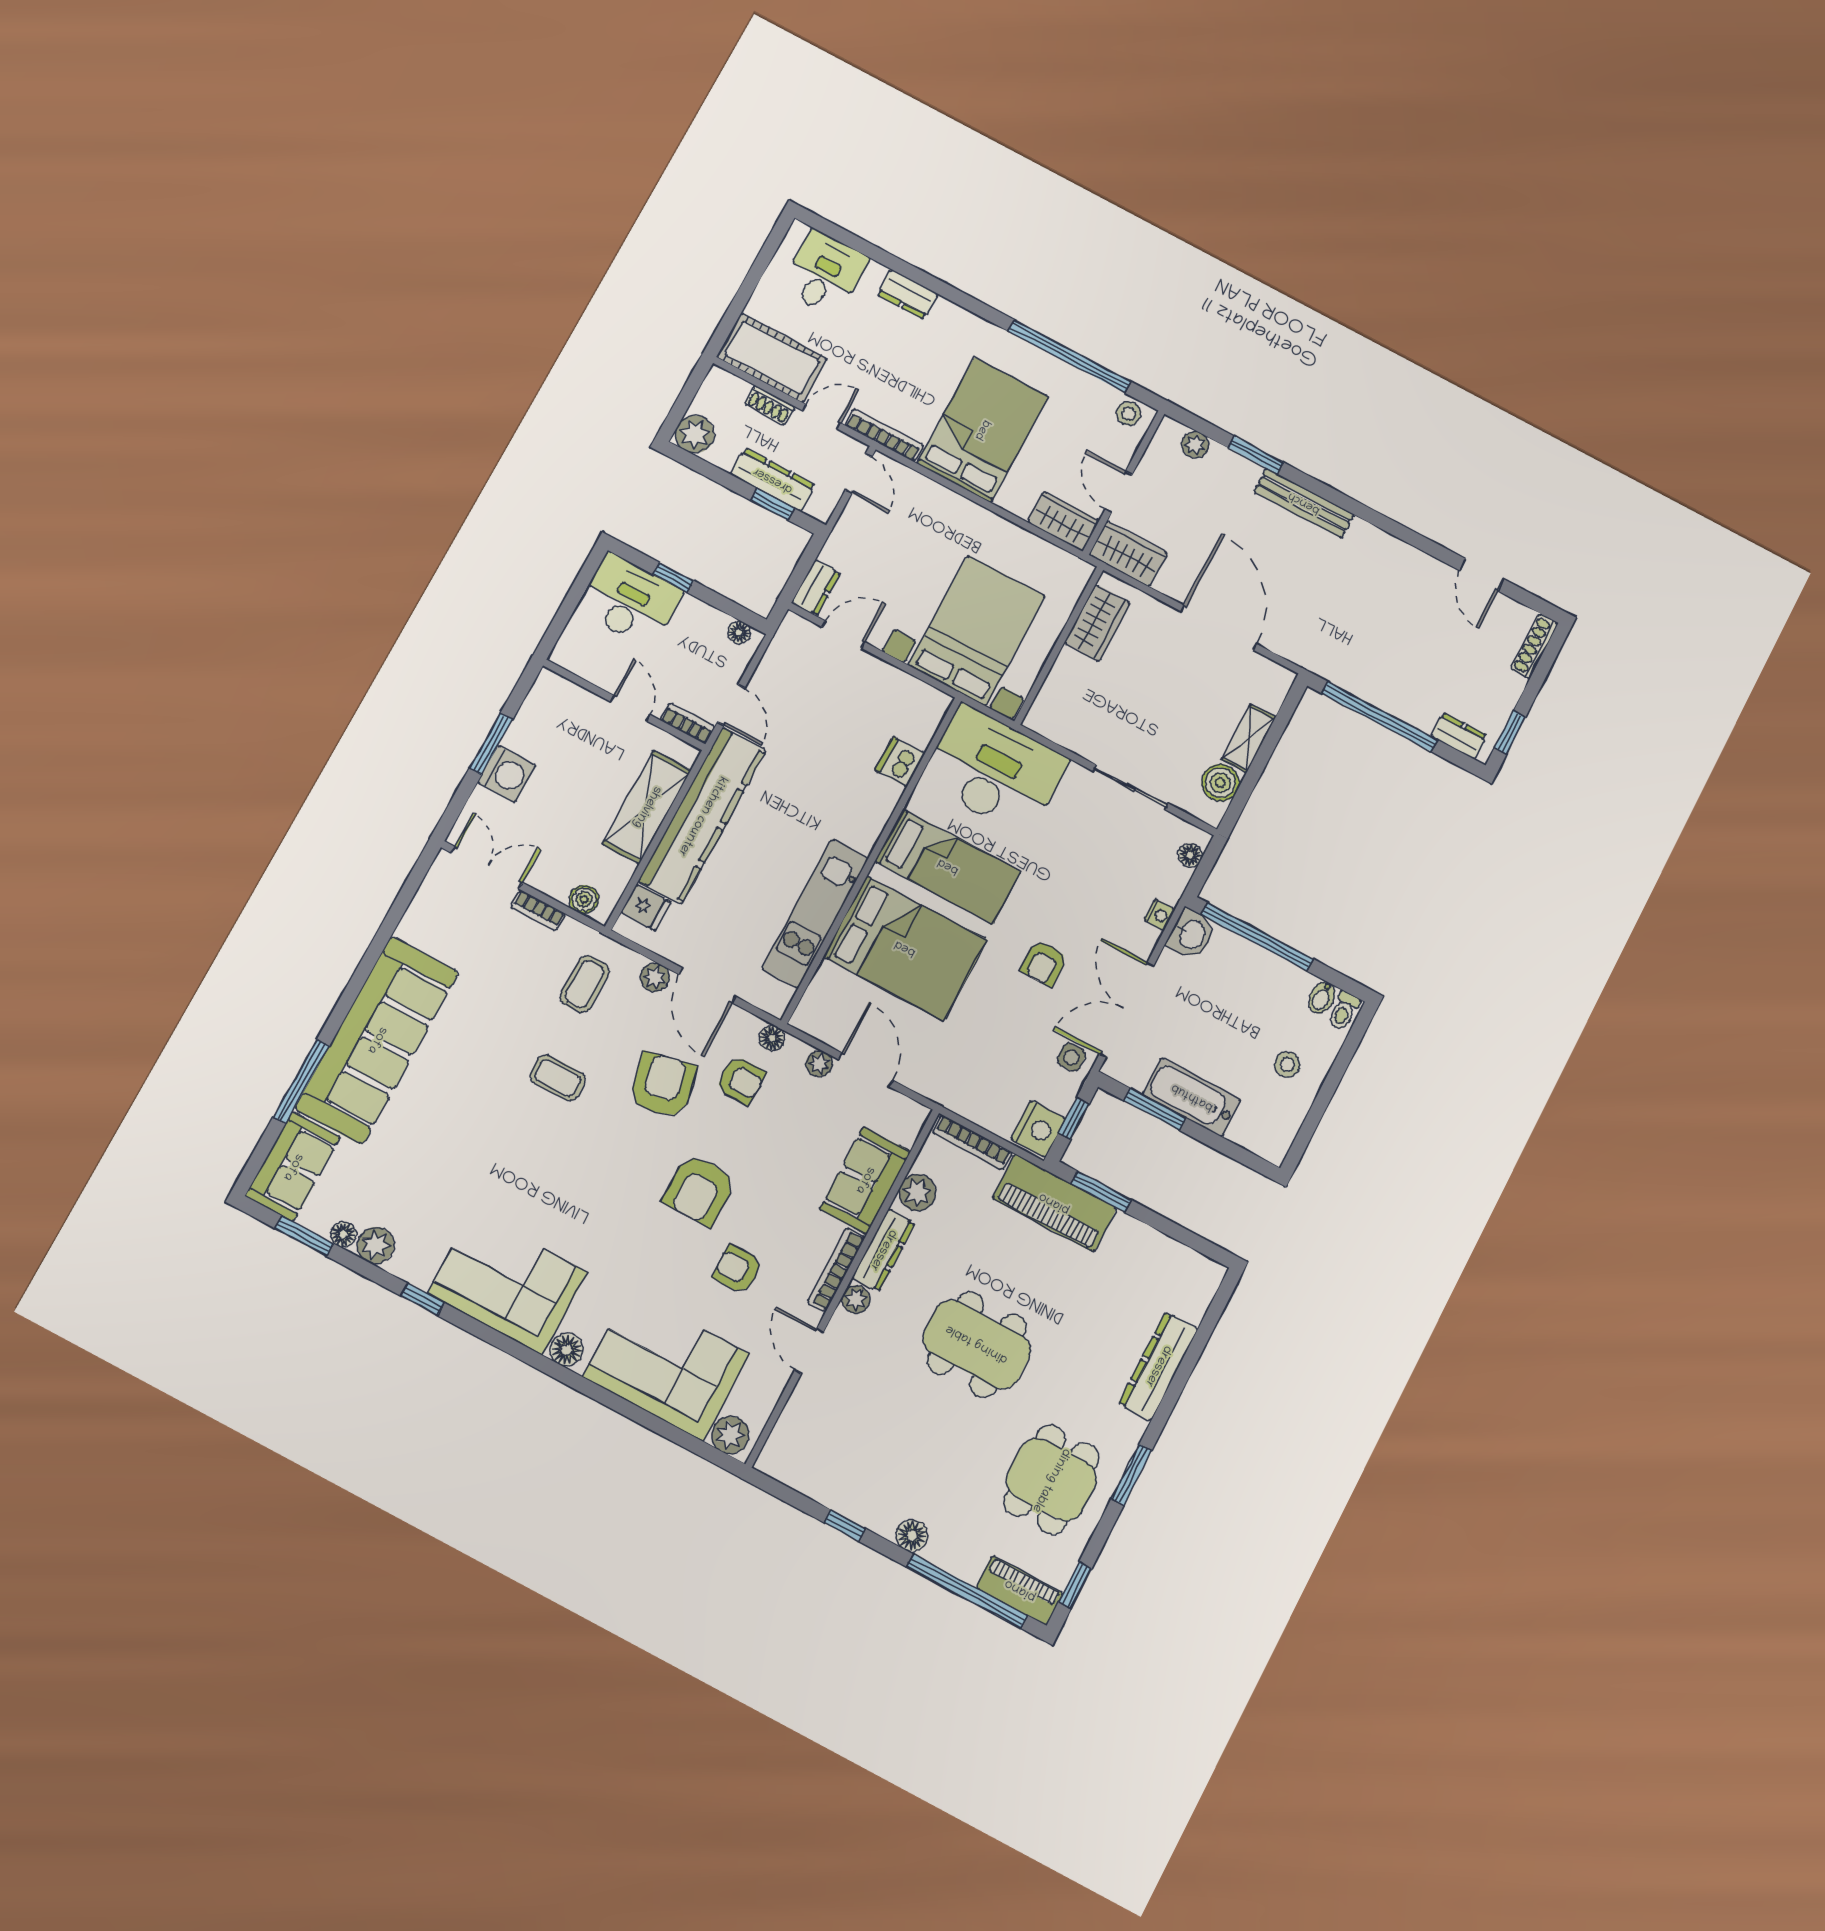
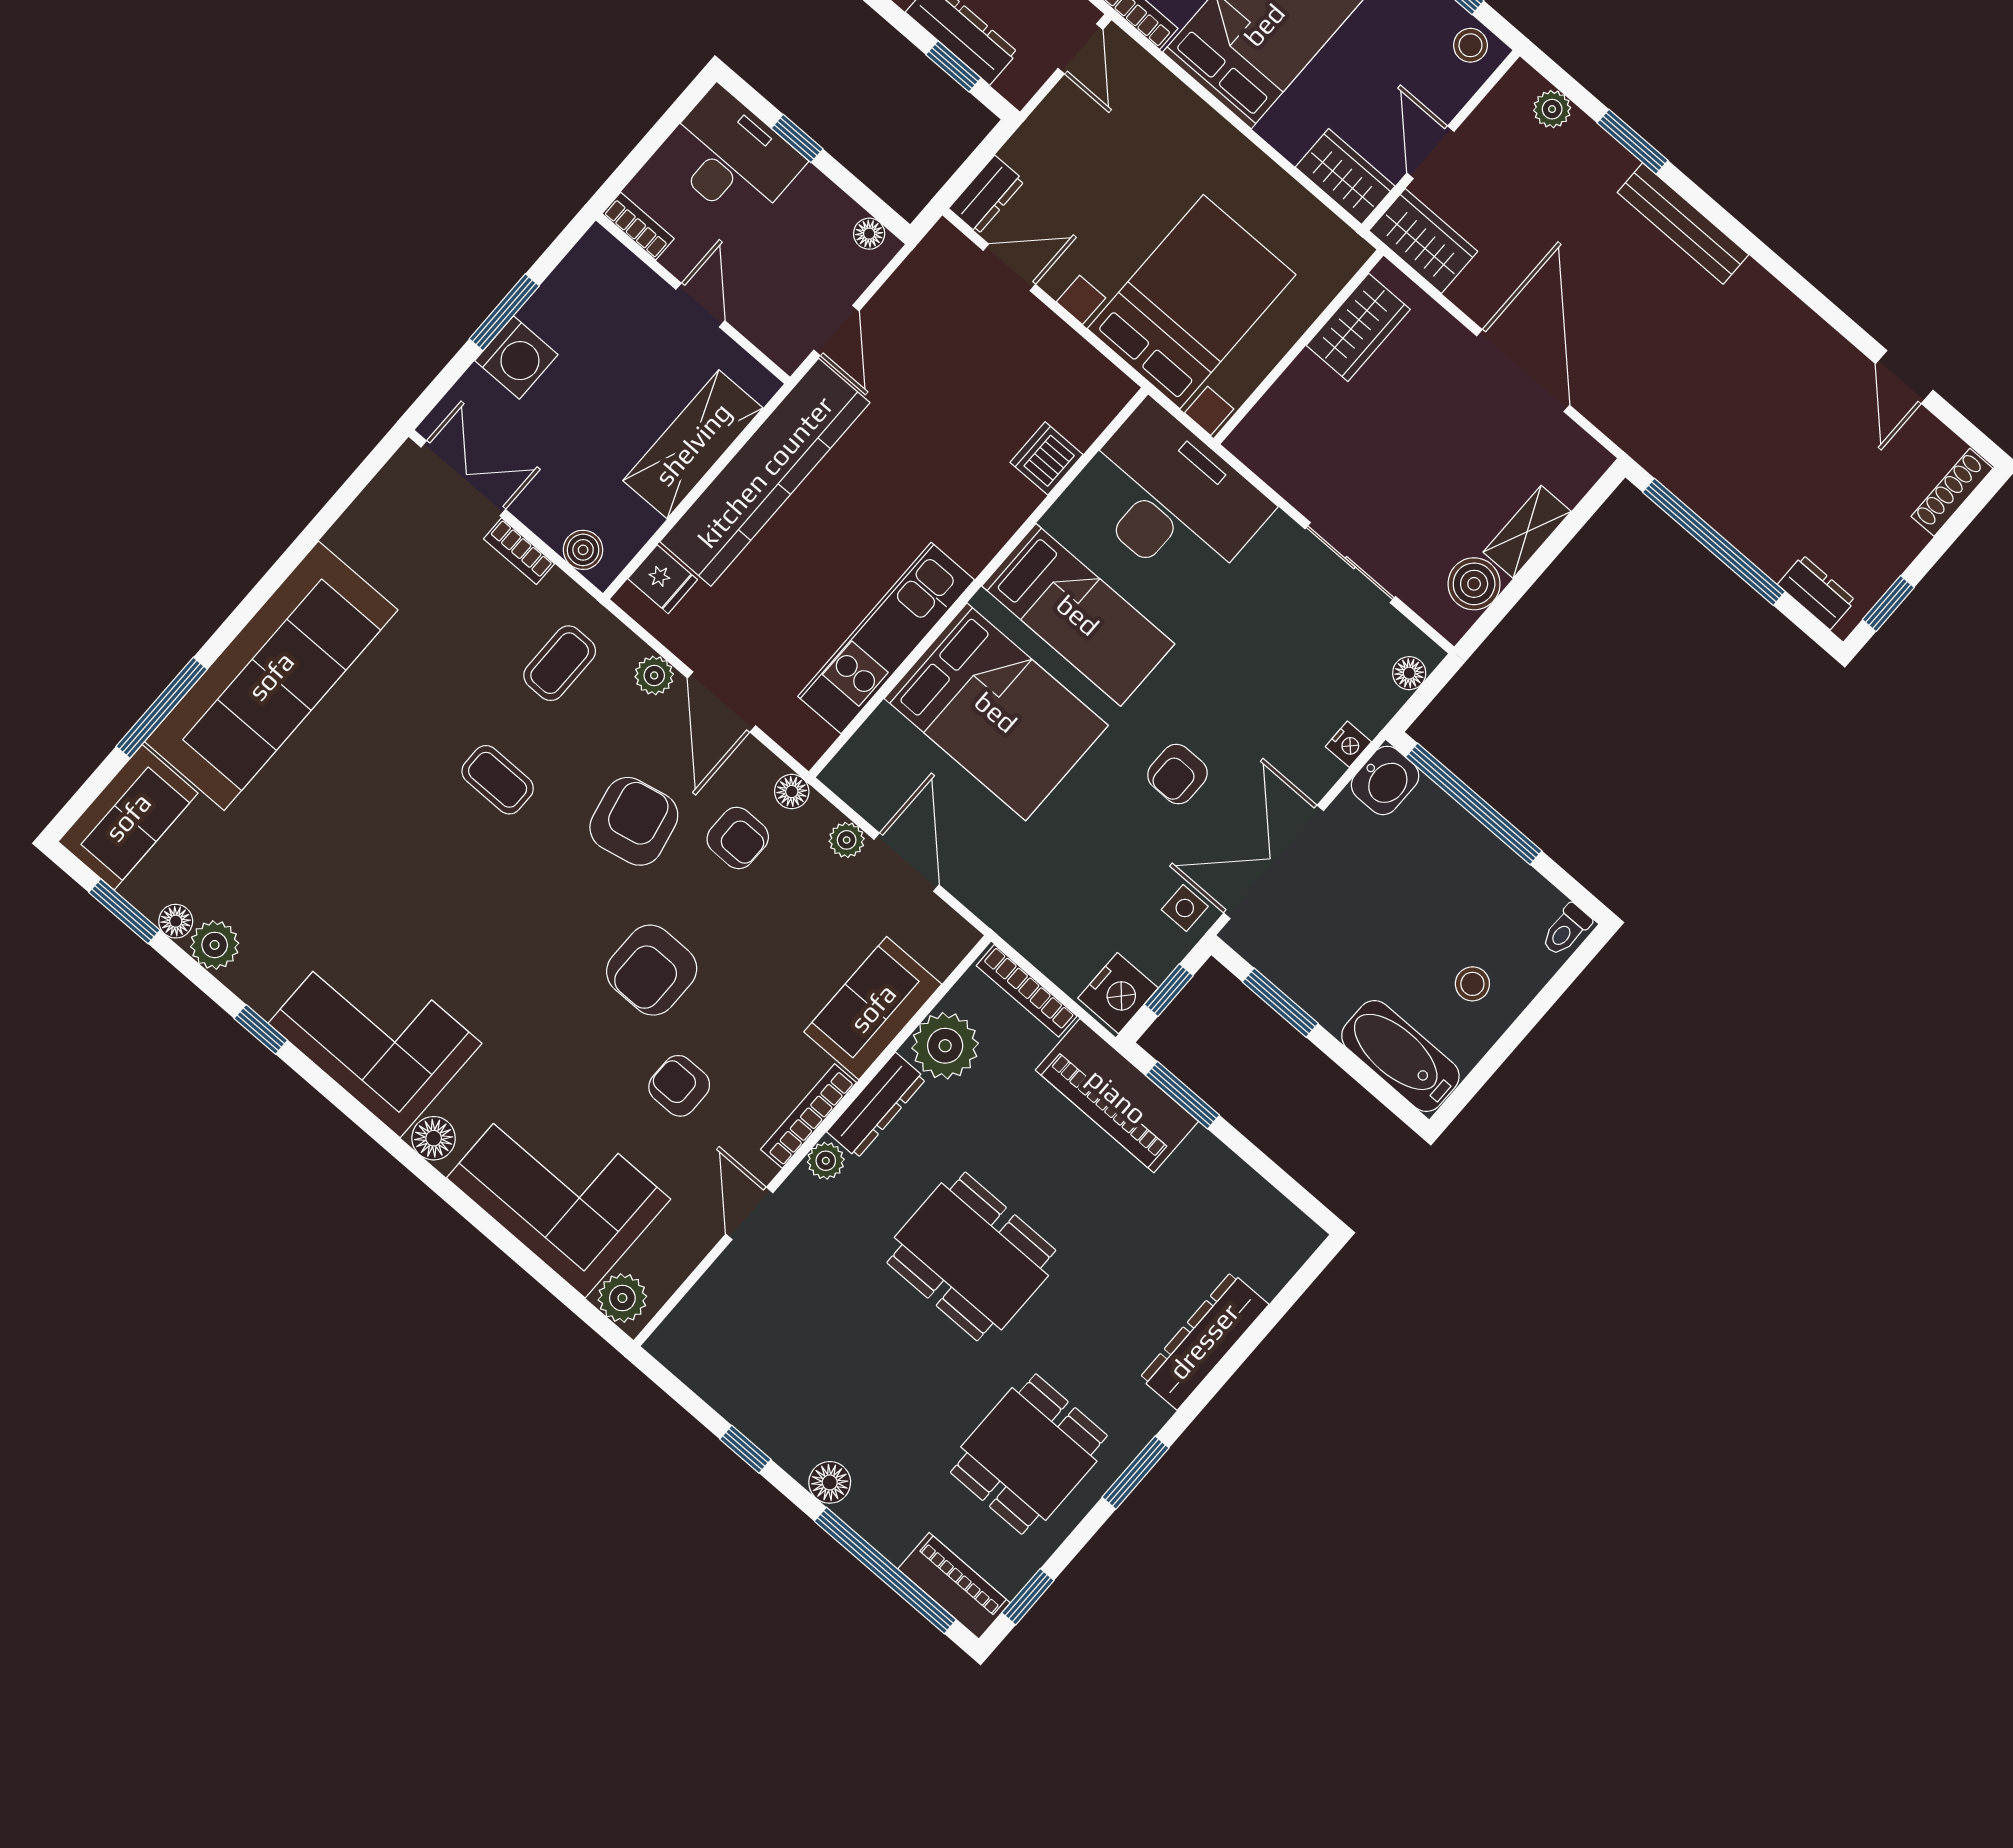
bookcase: (688, 723) -> (638, 226), moved
bidet: (1322, 998) -> (1541, 905), removed
bathtub: (1192, 1097) -> (1400, 1056), moved
plant: (917, 1193) -> (945, 1046), width x1.36, depth x1.36

